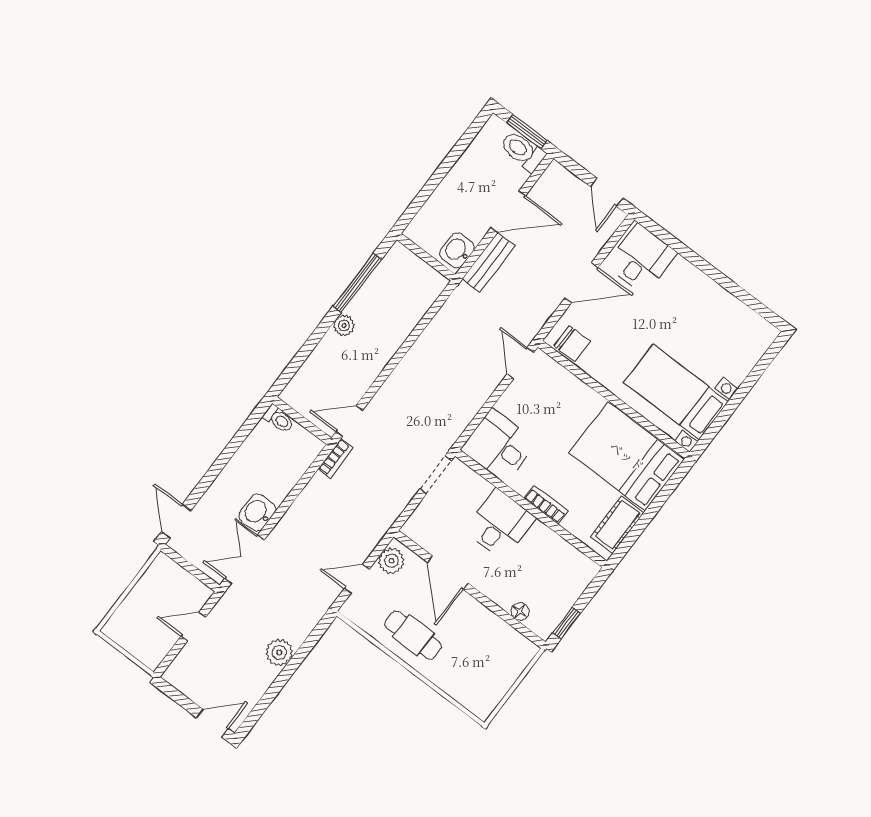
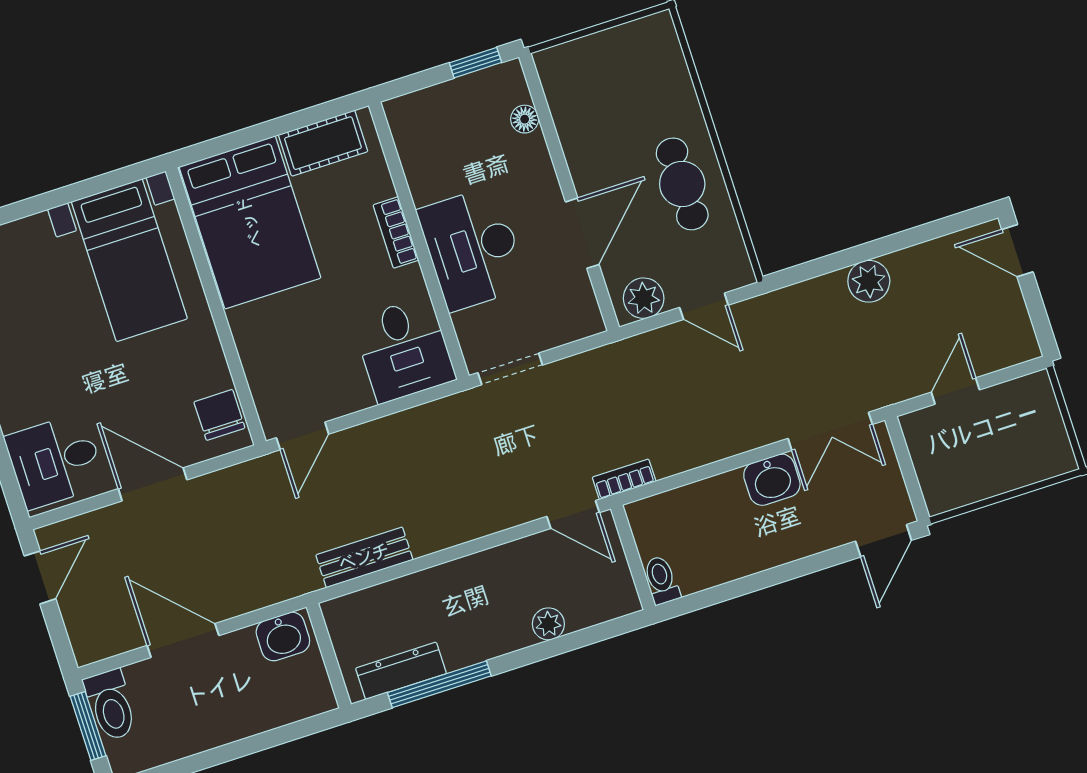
bench: (488, 263) -> (364, 557), moved
dresser: (382, 276) -> (401, 671), added
plant: (344, 326) -> (548, 624), moved
desk: (500, 524) -> (473, 249), width x1.37
door: (193, 626) -> (955, 391), swing flipped

